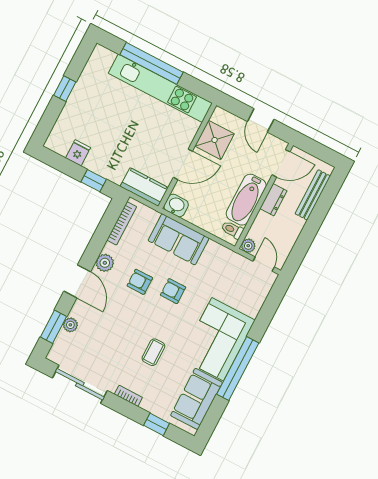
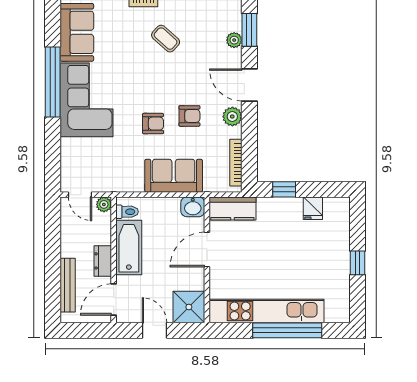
shower: (215, 140) -> (189, 307), moved
coffee table: (153, 352) -> (166, 39), moved, turned -48

